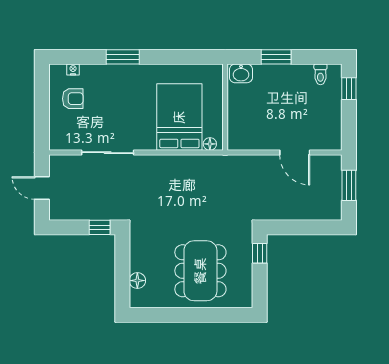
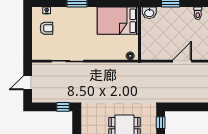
bed: (179, 117) -> (118, 21), moved, turned -90
door: (295, 153) -> (182, 61), swing flipped
door: (42, 188) -> (28, 83), hinge flipped

